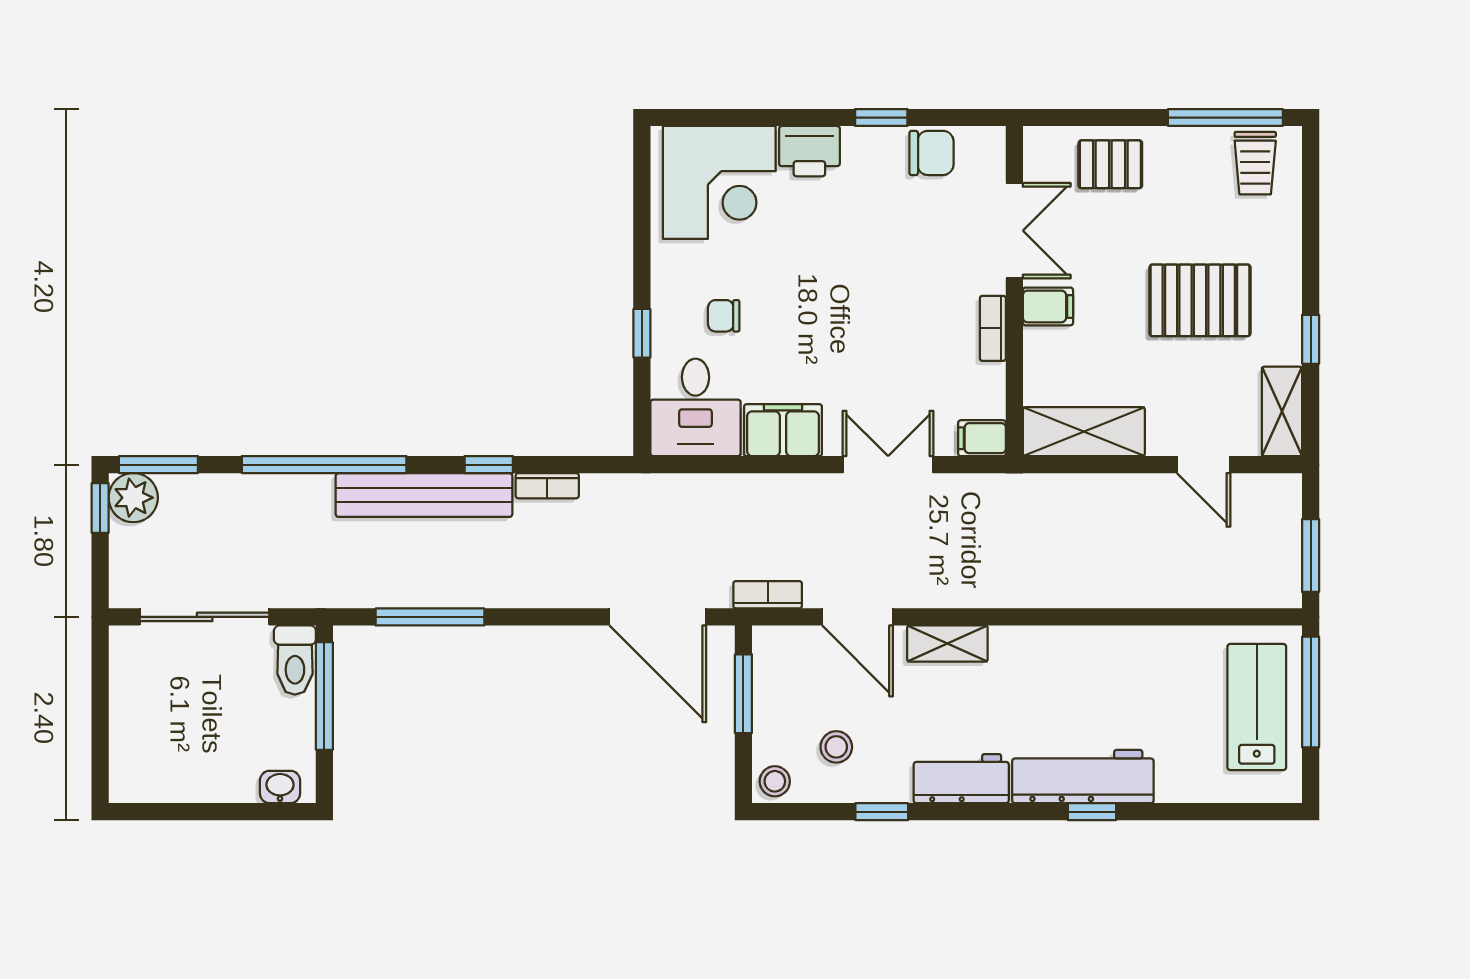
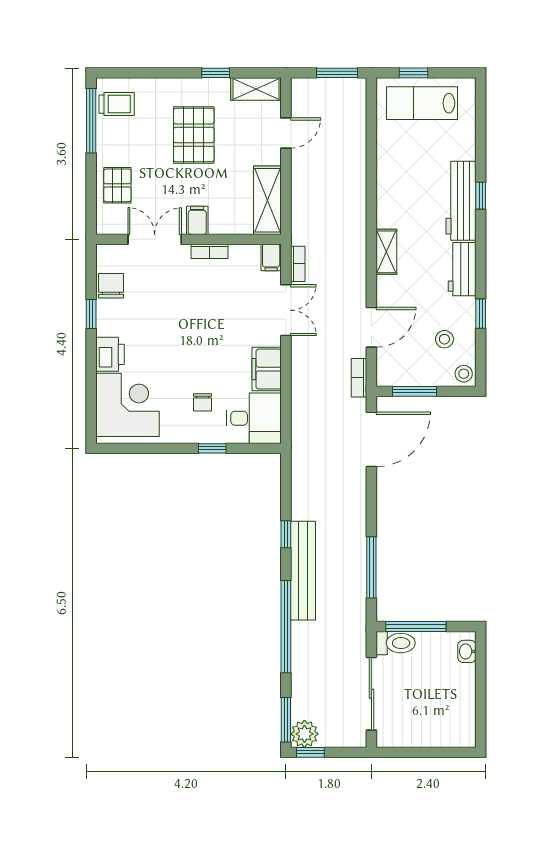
double door: (888, 465) -> (286, 310), swing flipped
bookcase: (547, 486) -> (298, 264), moved
shelving: (947, 644) -> (386, 252), moved
window: (1311, 692) -> (414, 73), width x0.46

